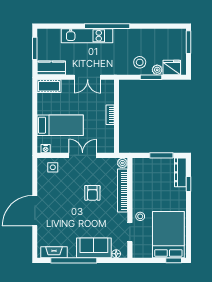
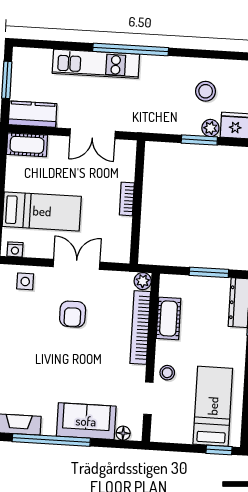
stool: (140, 62) -> (206, 91), moved
cot: (139, 184) -> (169, 318), added
armchair: (92, 193) -> (73, 314), moved
bed: (168, 235) -> (213, 406), width x0.67

